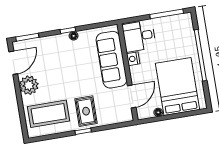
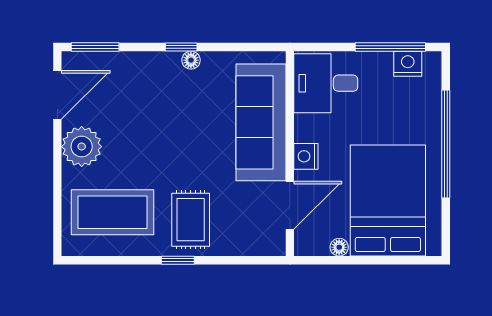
nightstand: (176, 20) -> (408, 64), added
nightstand: (133, 59) -> (306, 156), moved

